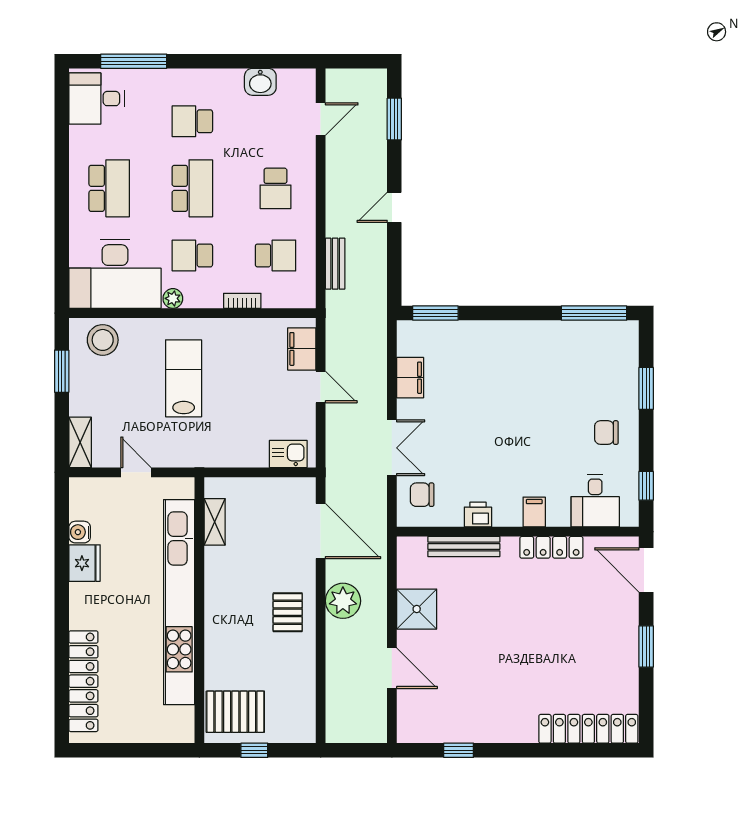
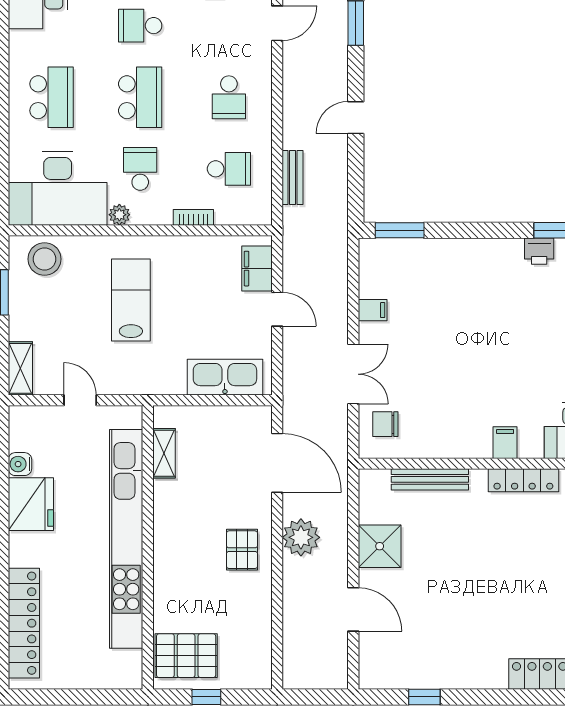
school desk: (192, 255) -> (140, 169), turned 90
filing cabinet: (410, 378) -> (373, 310), width x0.50
kitchen sink: (288, 454) -> (225, 377), width x1.88, depth x1.24
printer: (478, 515) -> (539, 251), moved, turned 180
fridge: (84, 563) -> (31, 504), width x1.36, depth x1.34

